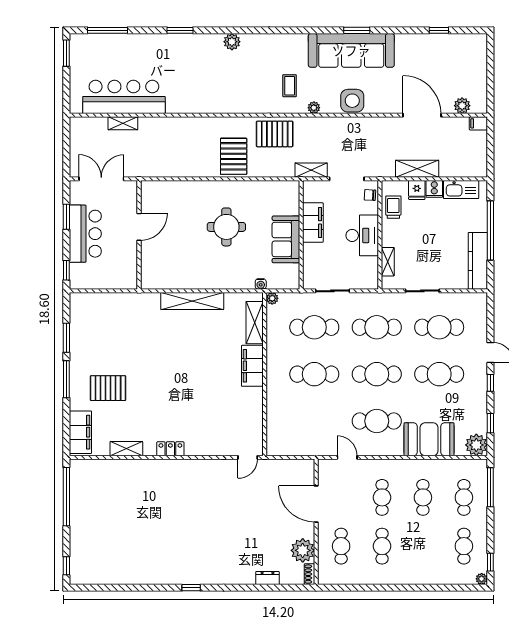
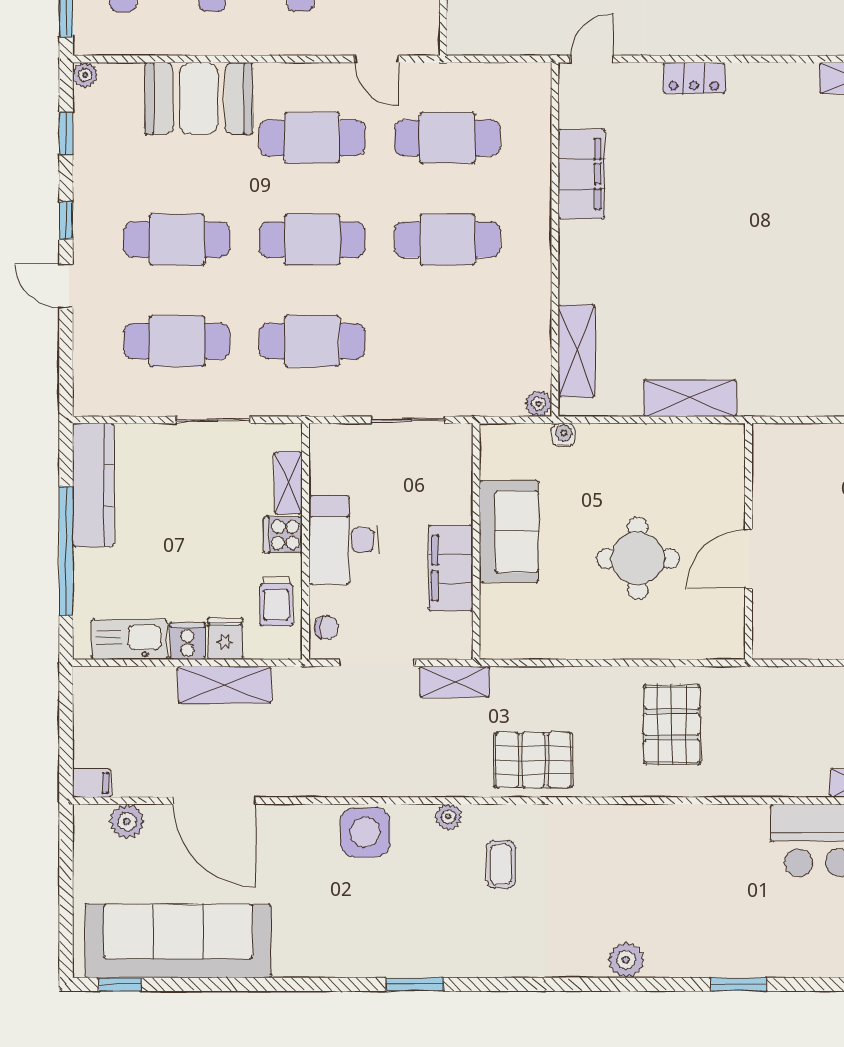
window: (357, 30) -> (415, 984), moved
window: (439, 30) -> (120, 984), moved
sofa: (351, 50) -> (178, 941), moved
pallet: (234, 156) -> (672, 724), moved
door: (139, 227) -> (749, 559), moved
wall: (139, 235) -> (749, 541), moved
cooker: (390, 238) -> (283, 535), added
shelving: (192, 301) -> (690, 398), width x0.68
cafe table: (314, 327) -> (447, 138), moved
filing cabinet: (252, 366) -> (581, 174), moved
plant: (476, 445) -> (85, 75), width x0.53, depth x0.53
locker: (170, 449) -> (694, 78), moved

